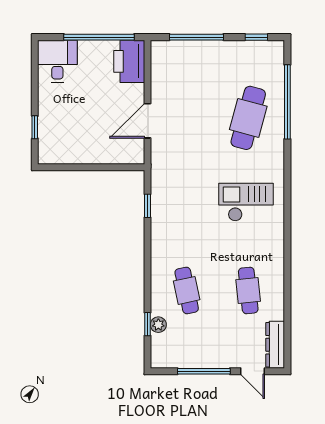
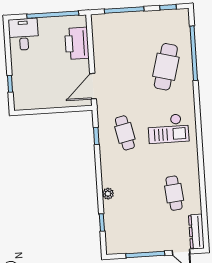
printer: (129, 61) -> (77, 43), moved
door: (147, 121) -> (93, 86), moved
checkout: (246, 202) -> (168, 129), turned 180
cafe table: (187, 290) -> (125, 133), moved
plant: (158, 325) -> (108, 194), moved

